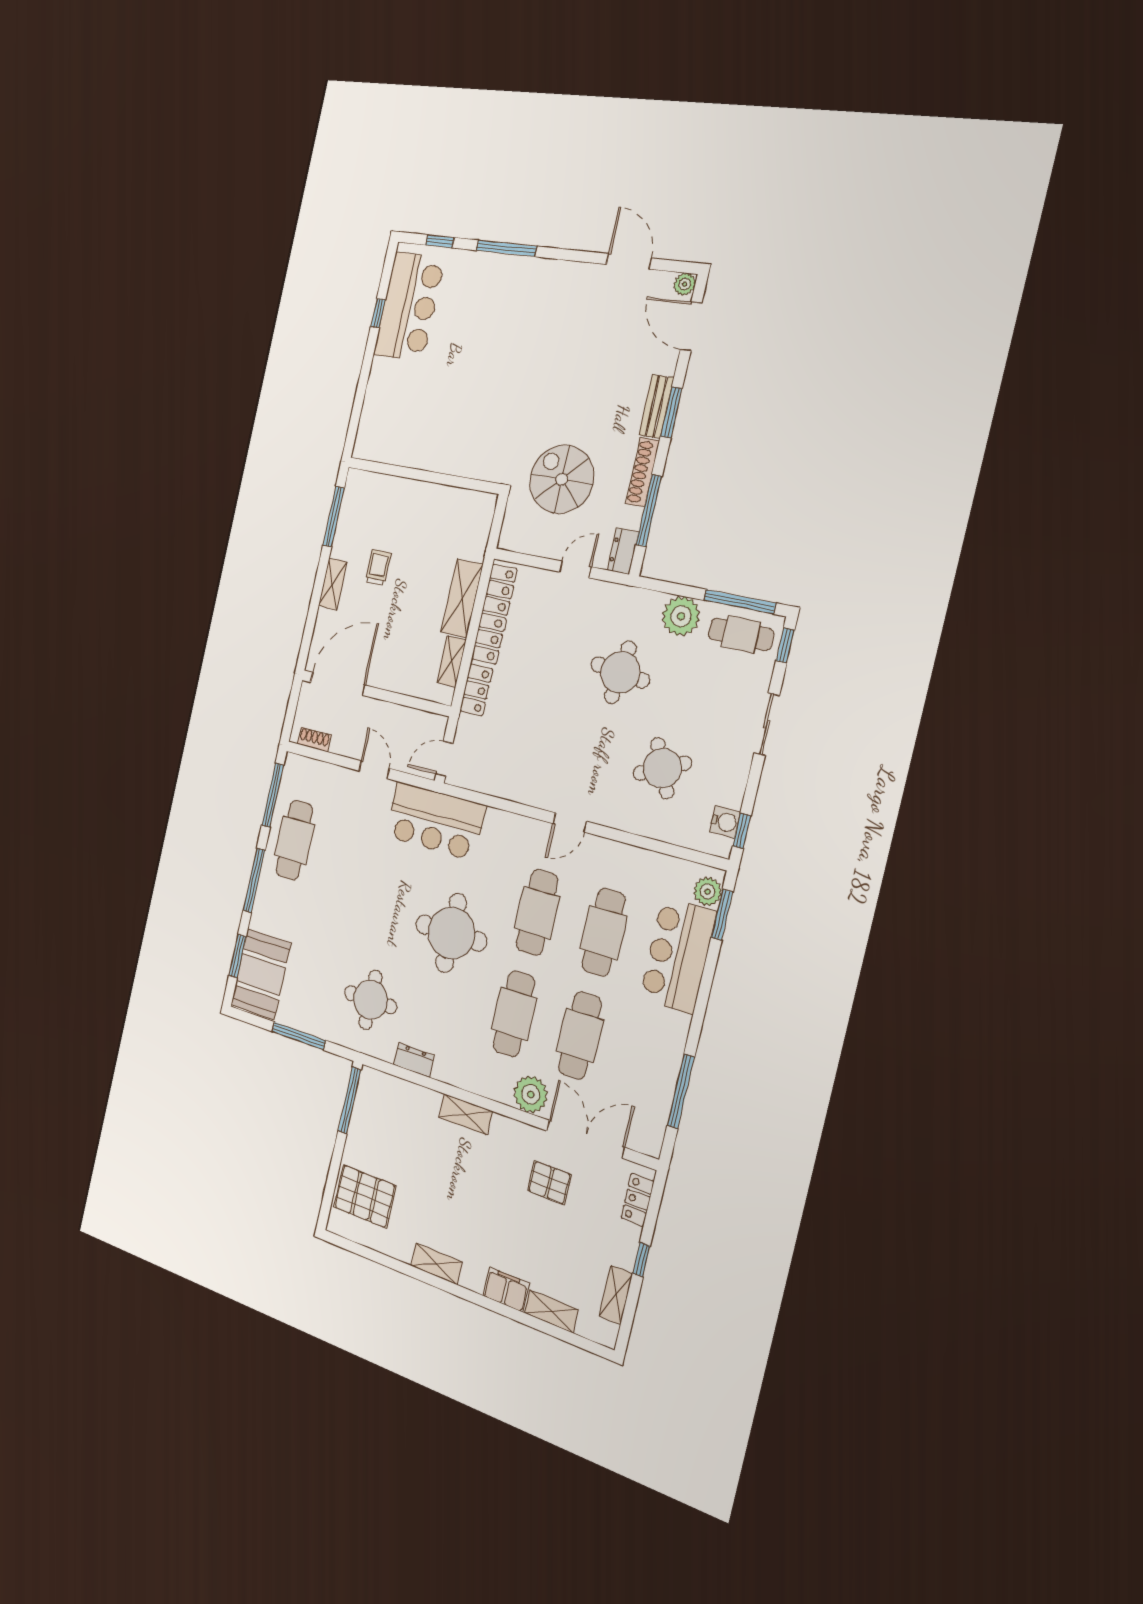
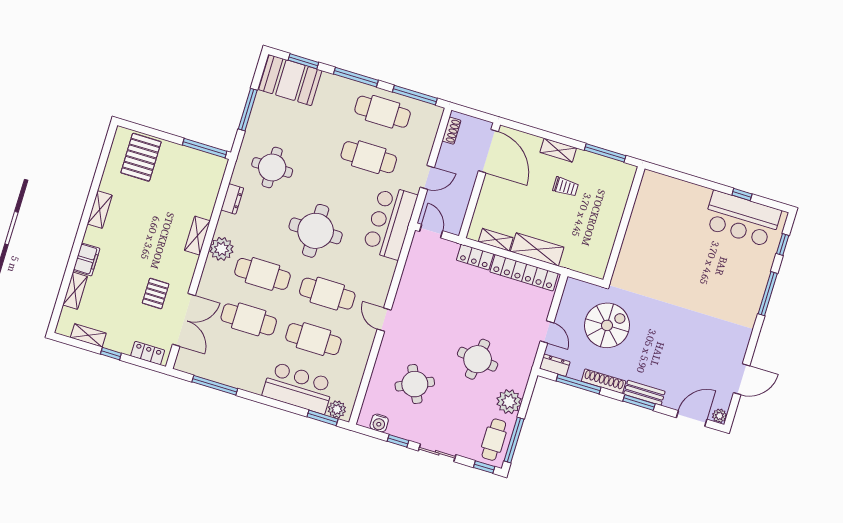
window: (742, 831) -> (398, 441), moved
cafe table: (352, 857) -> (369, 157), added
plant: (531, 1094) -> (221, 249), moved

